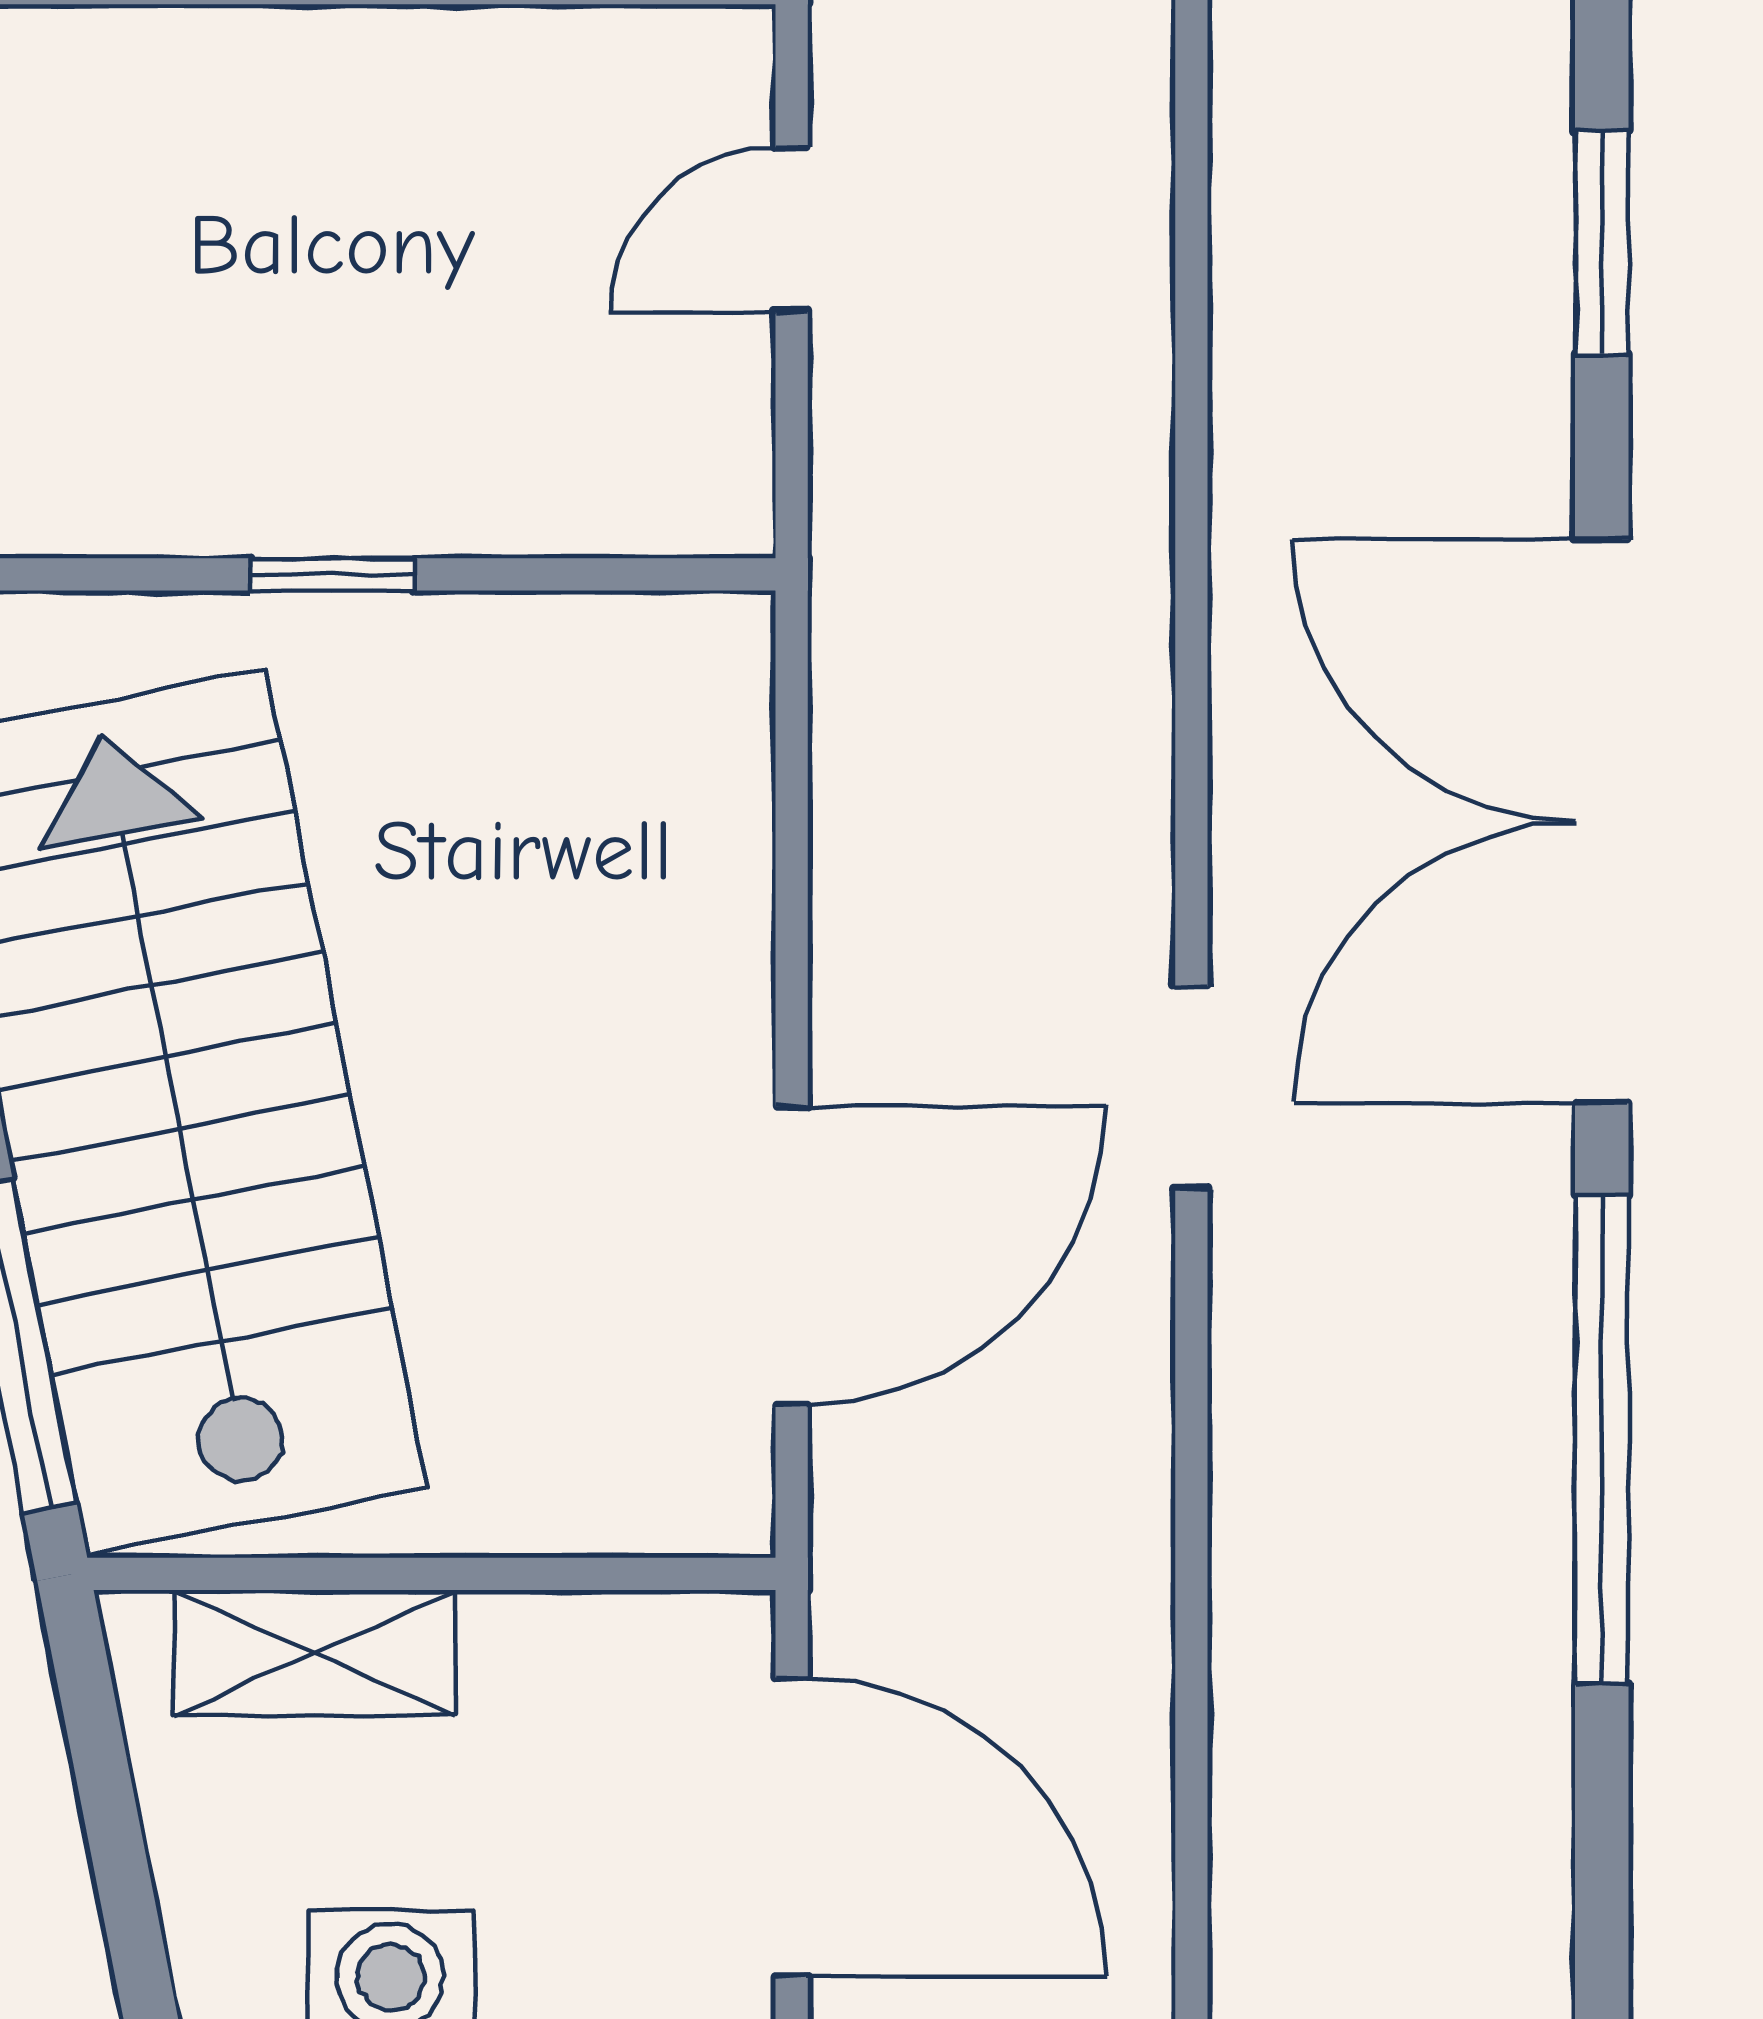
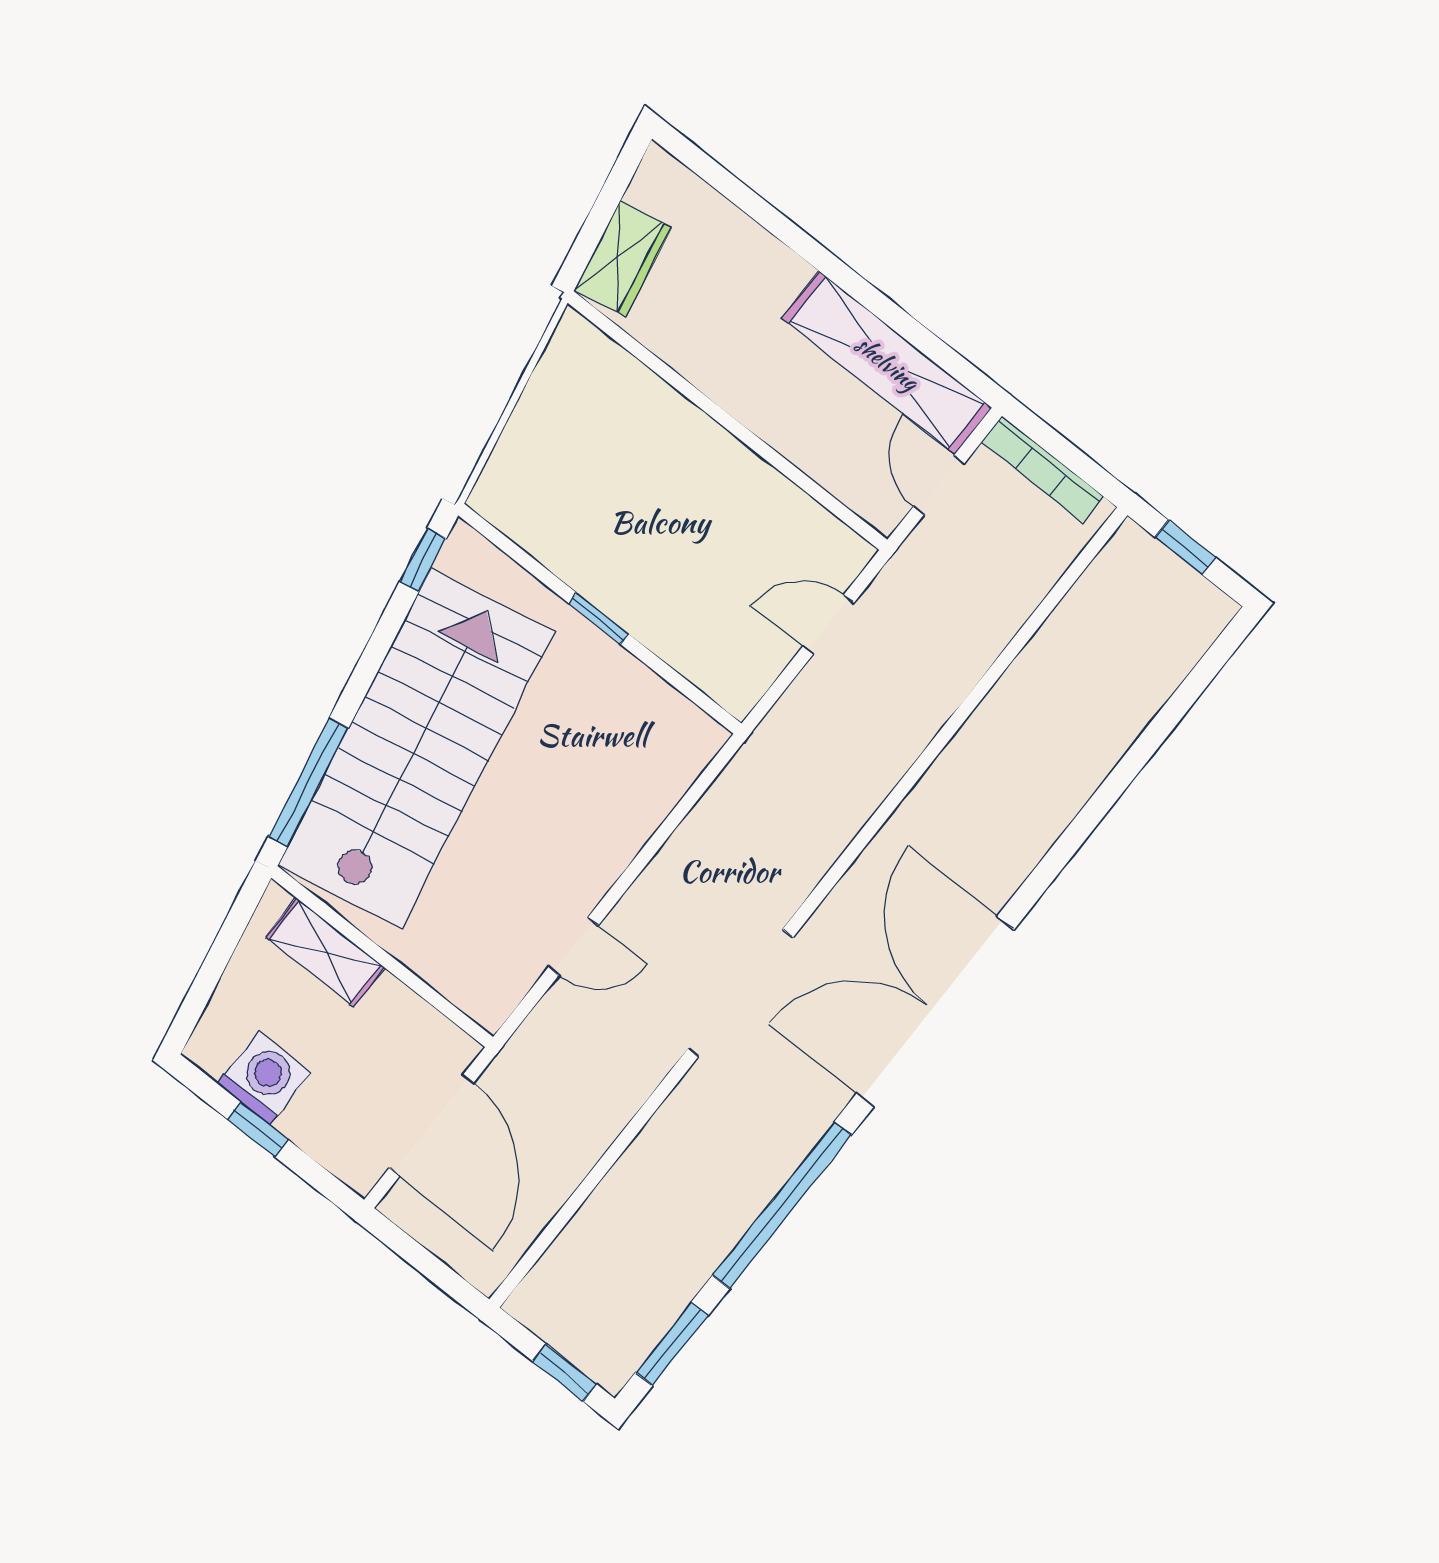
window: (1602, 242) -> (672, 1344), moved
doorway: (1191, 1087) -> (740, 993), width x1.88
door: (792, 1255) -> (573, 946), width x0.53

